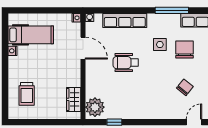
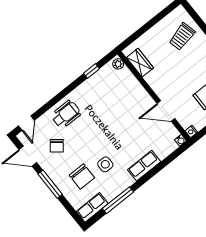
row of seats: (125, 20) -> (144, 166), width x0.68
wheelchair: (126, 63) -> (66, 114), moved
trolley: (27, 94) -> (182, 37), turned -104
plant: (95, 107) -> (118, 64), width x0.53, depth x0.53

